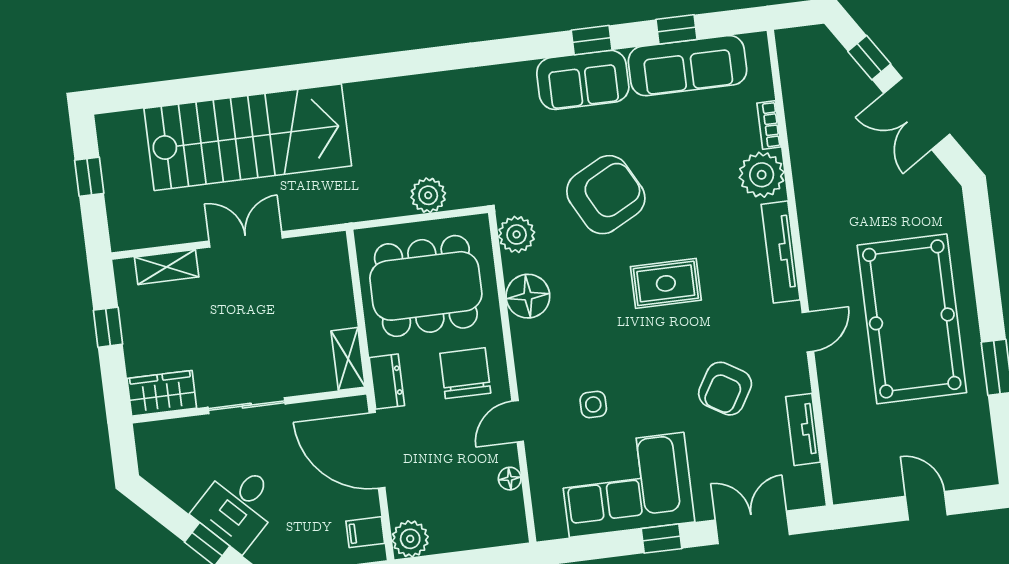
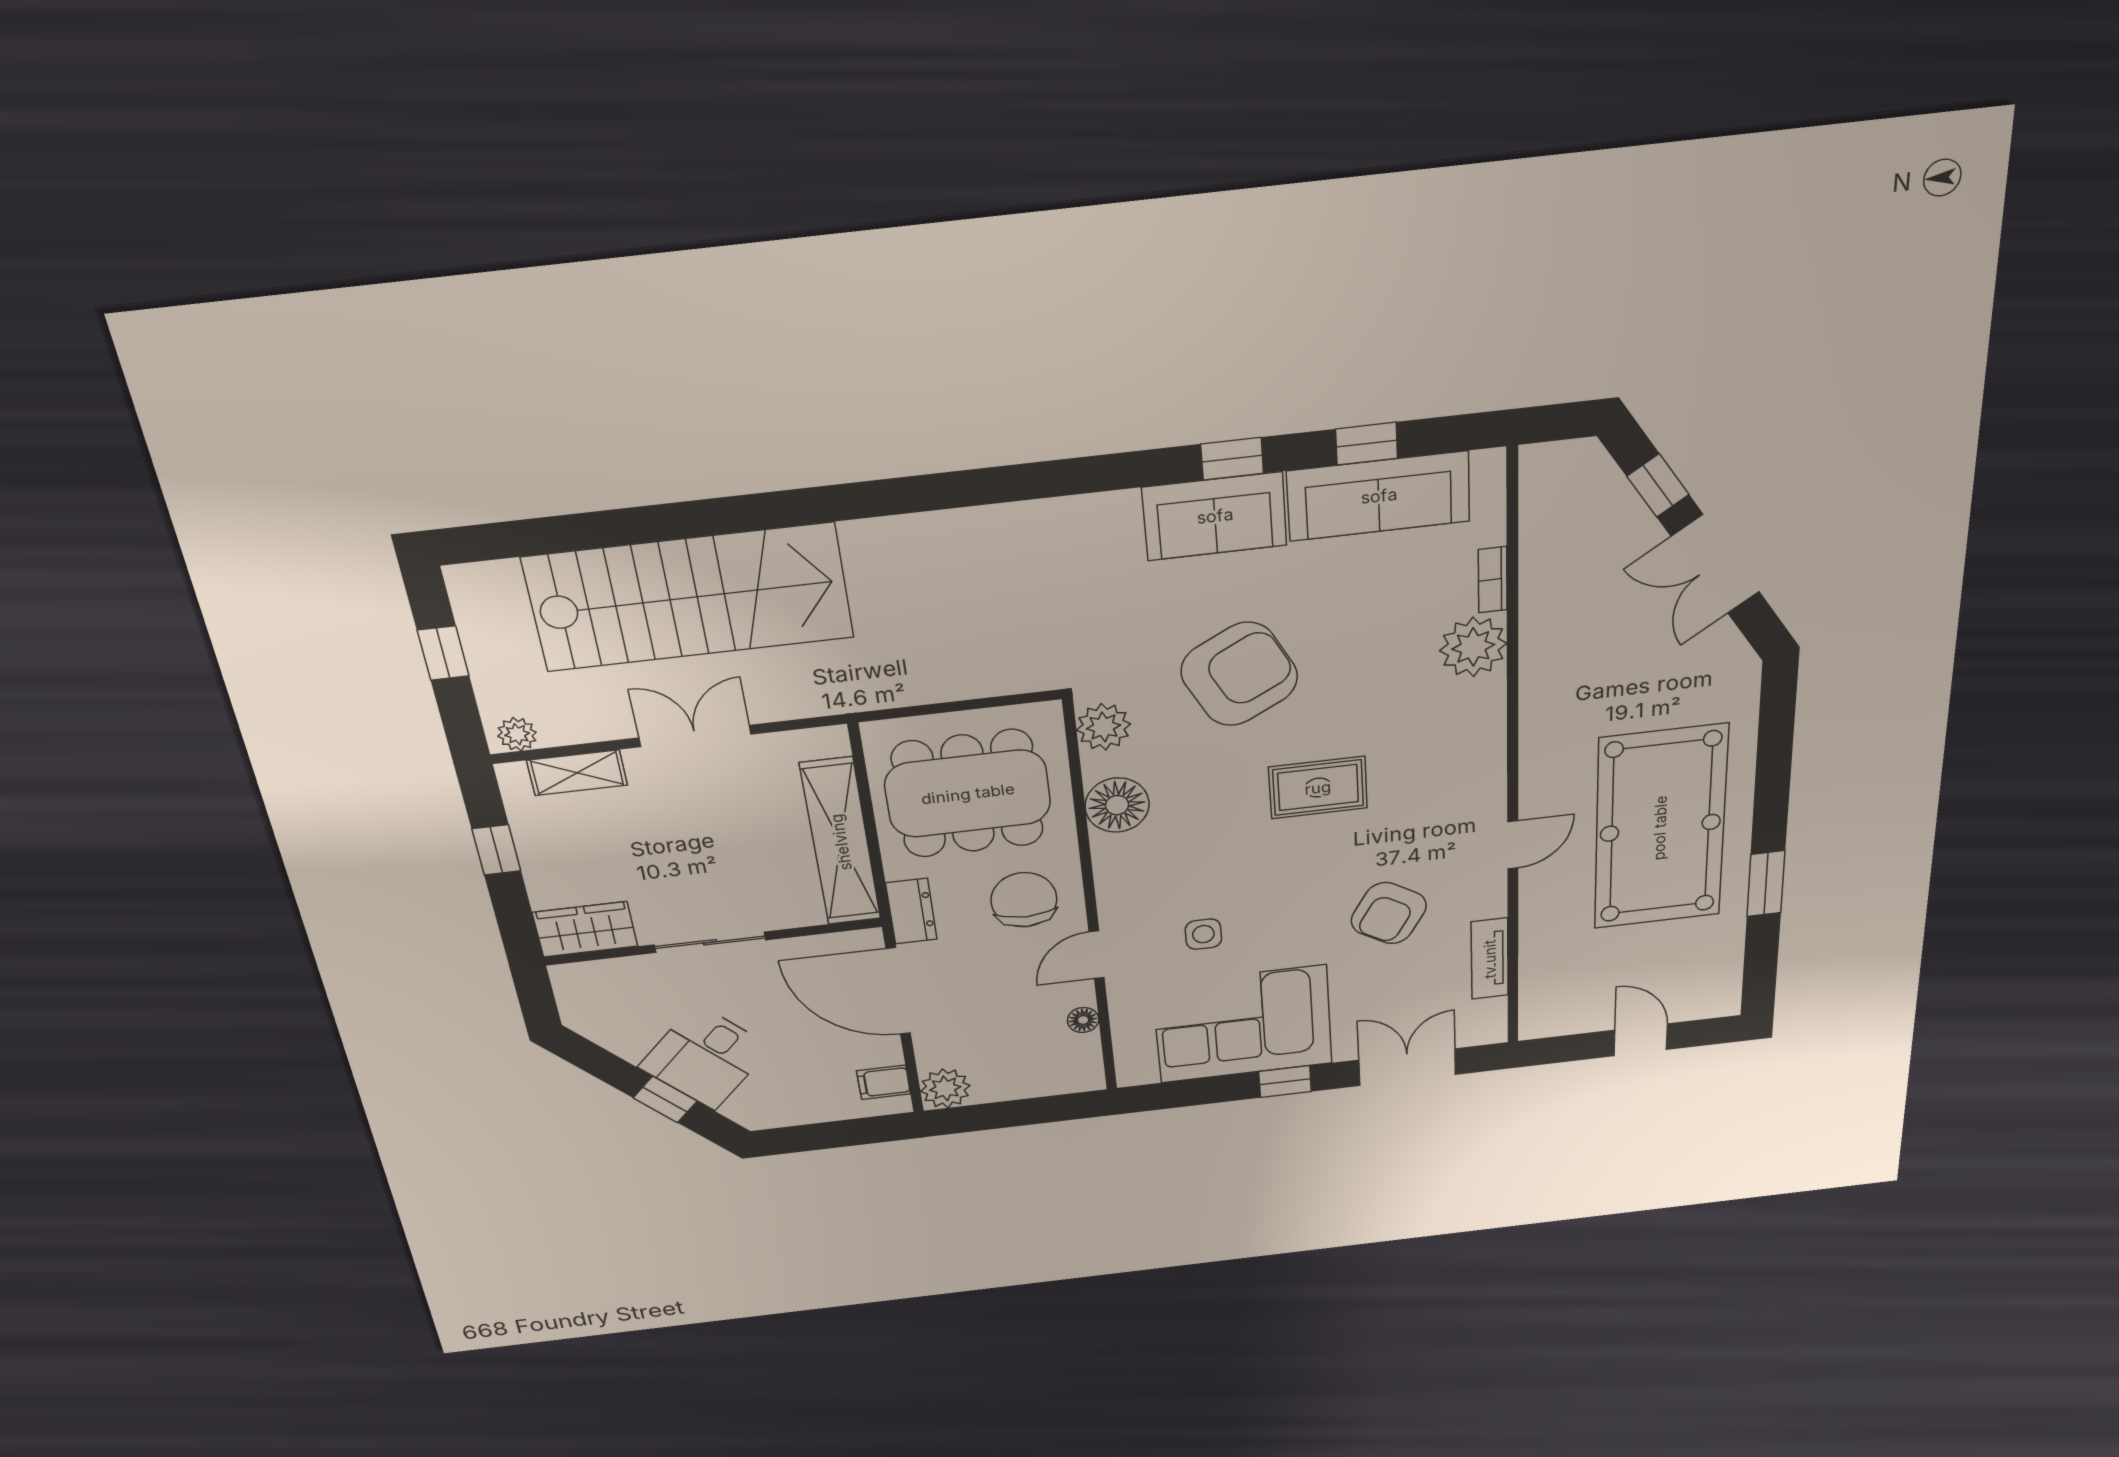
plant: (428, 195) -> (517, 734), moved, width x0.73, depth x0.73
tv unit: (781, 252) -> (1488, 747), removed
shelving: (348, 359) -> (841, 842), width x2.20, depth x1.33

